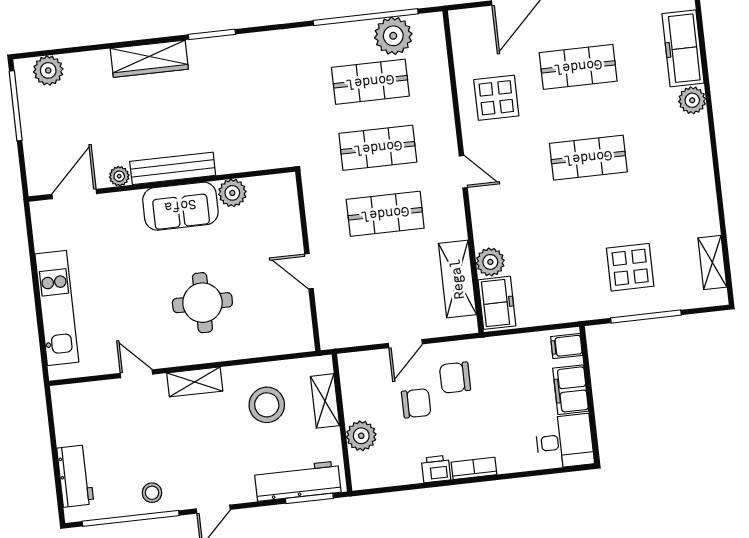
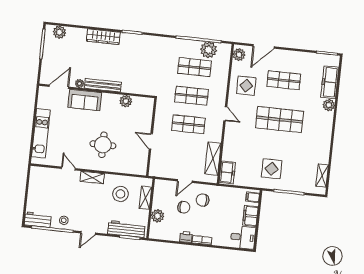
shop shelf: (588, 158) -> (280, 120), width x1.43, depth x1.36
sofa: (180, 206) -> (85, 100), moved
plant: (490, 262) -> (239, 55), moved
display table: (630, 267) -> (272, 169), moved
workbench: (75, 476) -> (38, 220), moved, turned -90

